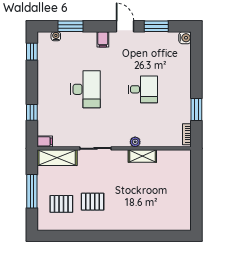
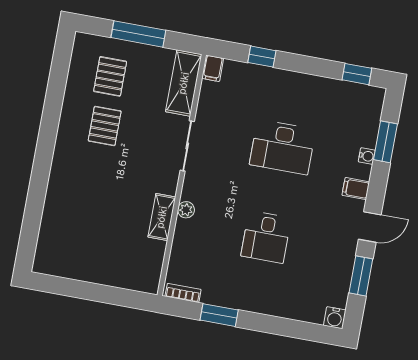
water cooler: (56, 36) -> (367, 156), moved

